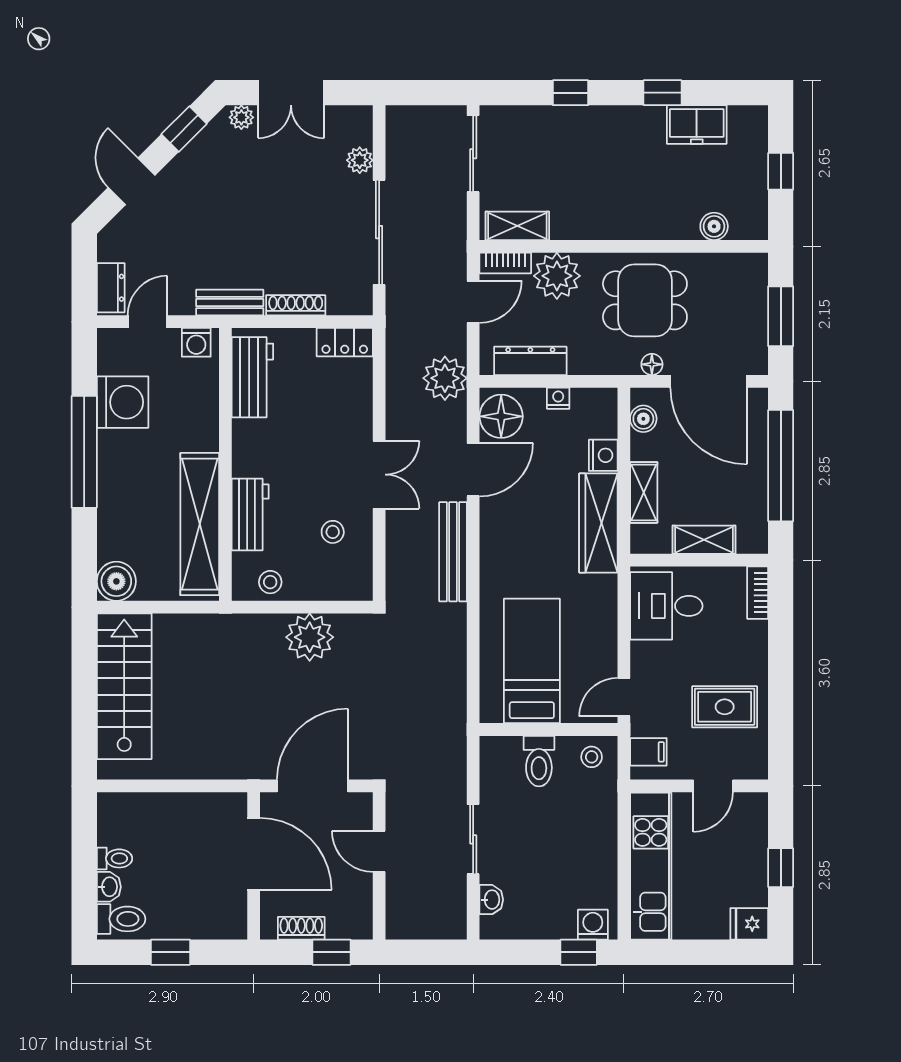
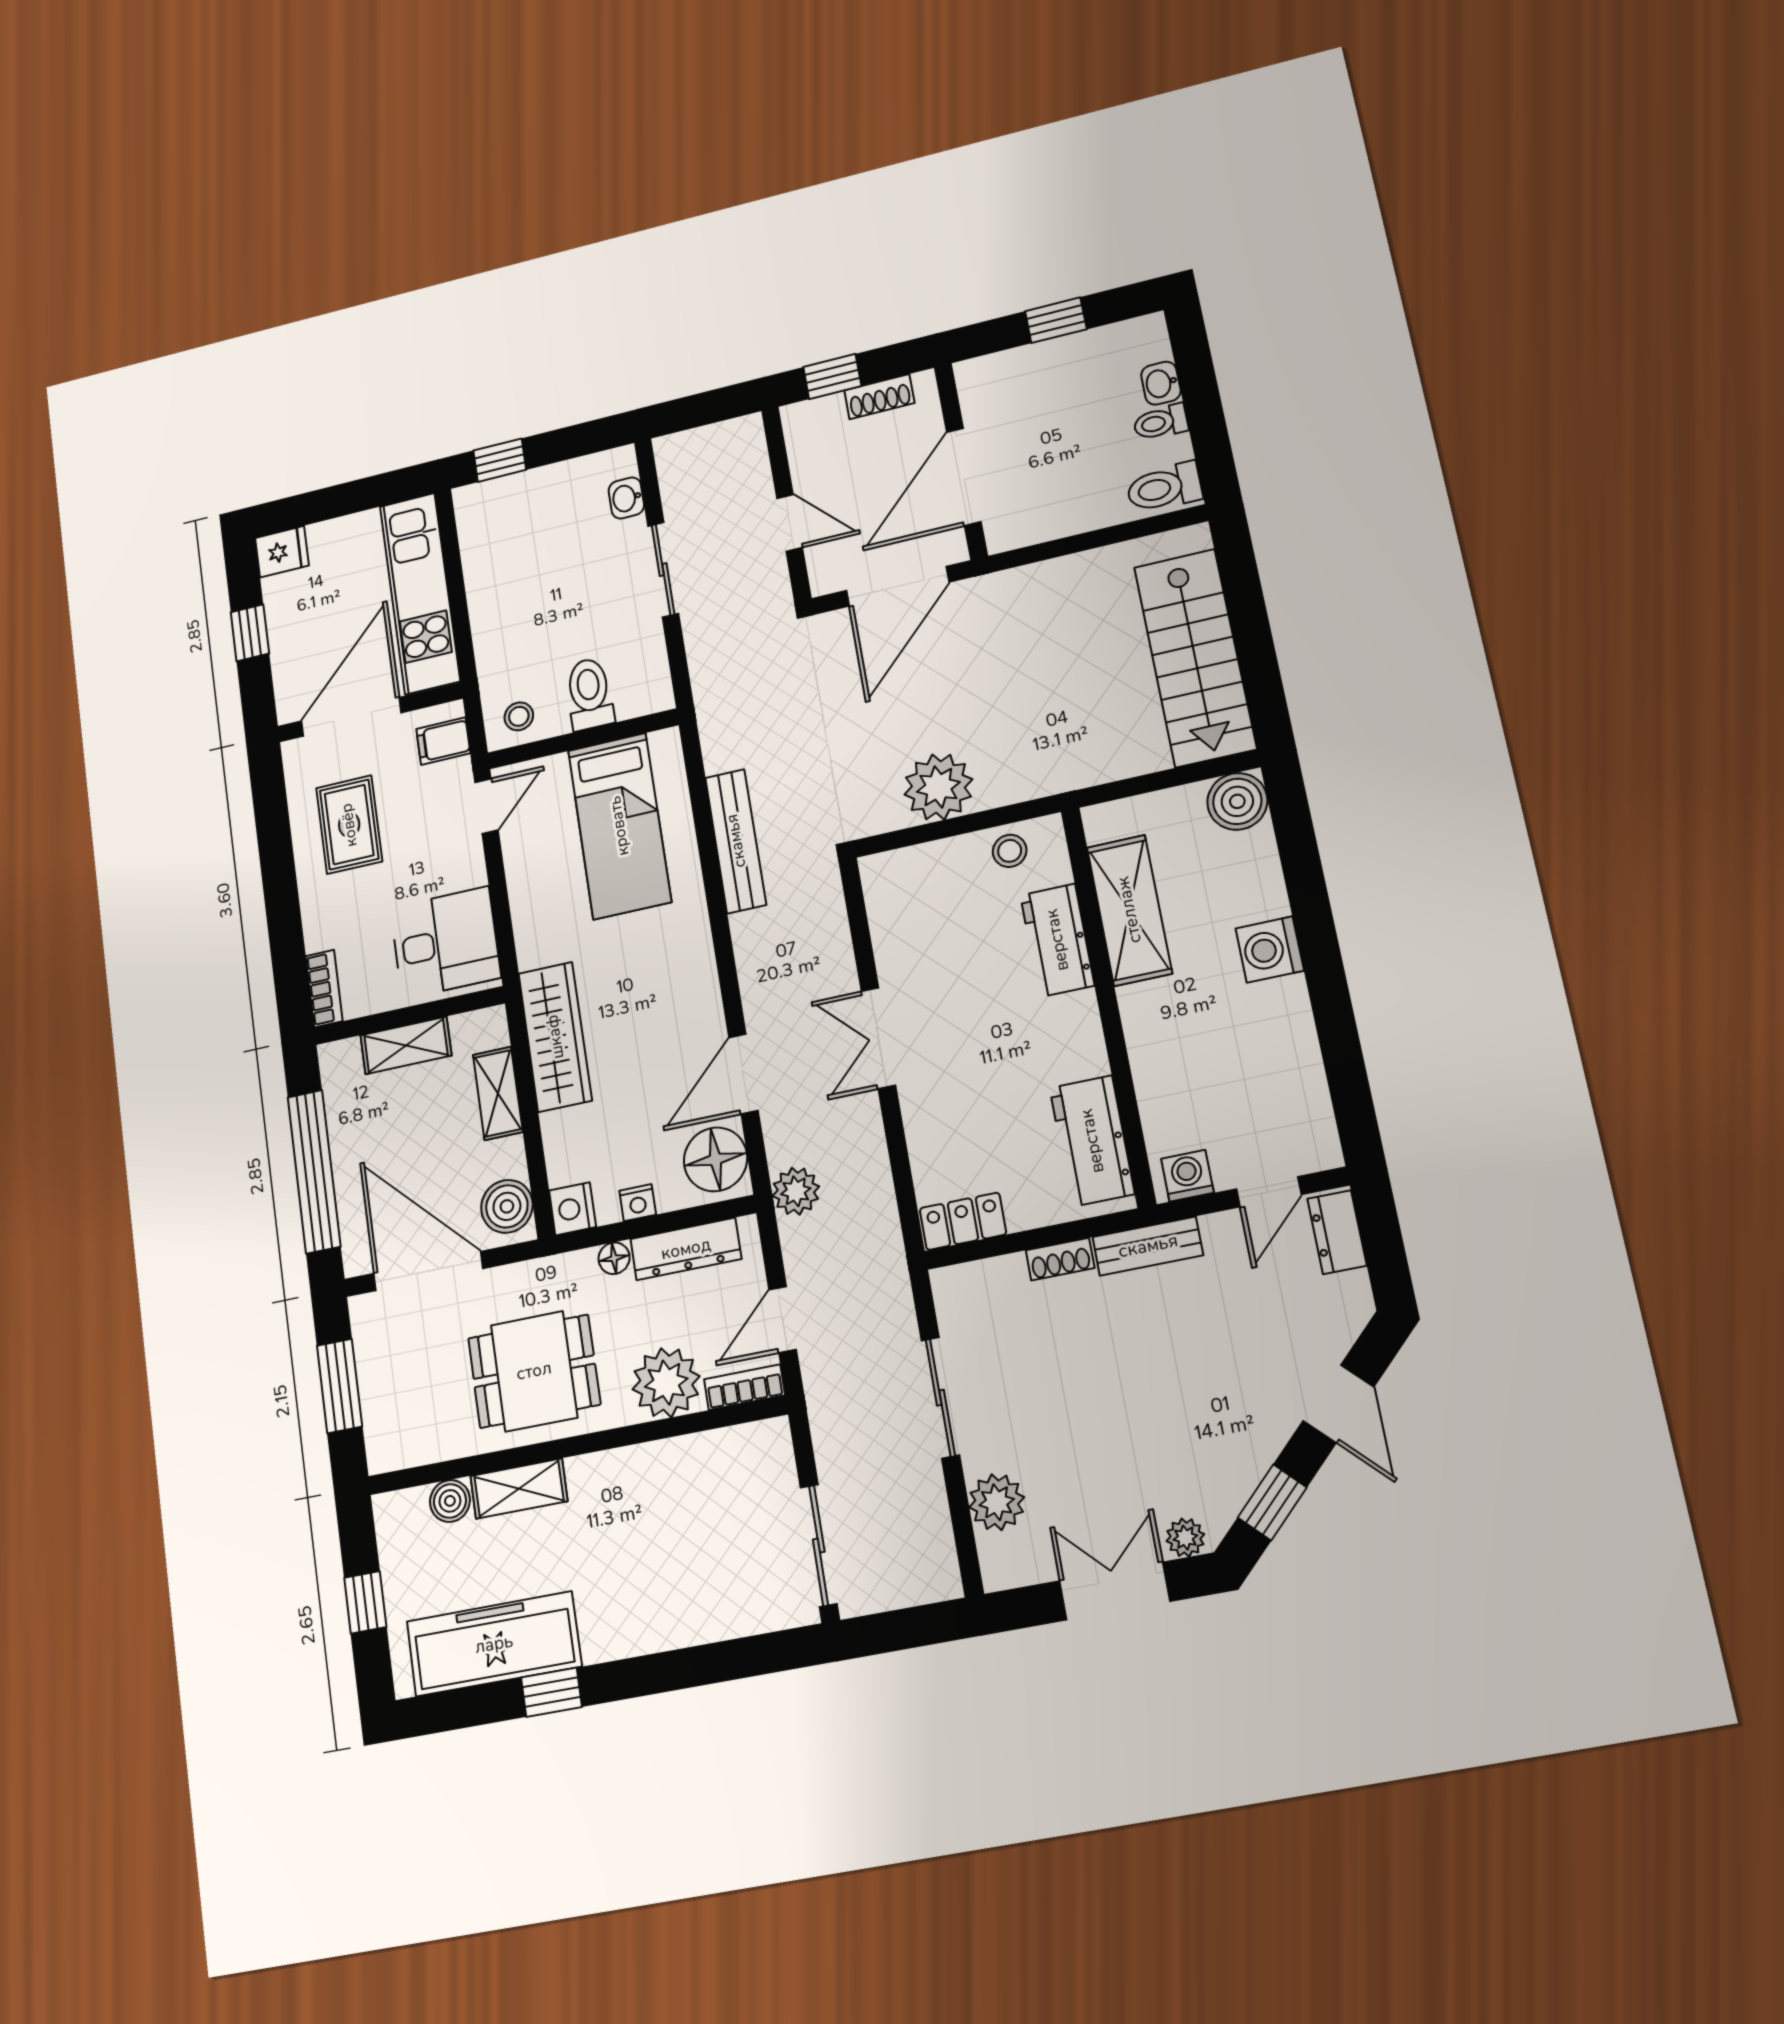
window: (570, 93) -> (688, 1668), removed
freezer: (697, 125) -> (494, 1644), width x1.91, depth x1.26
plant: (360, 160) -> (997, 1502), width x1.38, depth x1.38
shelving: (517, 226) -> (519, 1489), moved
sliding door: (379, 232) -> (940, 1398), width x0.73
shoe rack: (296, 305) -> (1060, 1259), width x0.70
floor lamp: (652, 364) -> (614, 1258), moved
plant: (445, 378) -> (796, 1191), width x0.73, depth x0.73
washing machine: (123, 402) -> (1270, 949), moved, width x0.73, depth x0.73
boiler: (643, 419) -> (507, 1206), width x1.36, depth x1.36
window: (84, 452) -> (1326, 978), removed
nightstand: (603, 455) -> (573, 1209), moved
shelving: (200, 524) -> (1129, 910), width x0.68
stool: (333, 532) -> (932, 942), removed
bench: (453, 552) -> (736, 841), moved
rug: (725, 707) -> (349, 825), turned 90
door: (713, 786) -> (351, 717), width x1.87
door: (254, 854) -> (964, 477), hinge flipped
toilet: (121, 919) -> (1164, 488), moved
washing machine: (593, 925) -> (486, 500), removed

